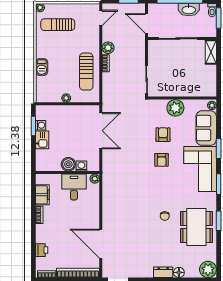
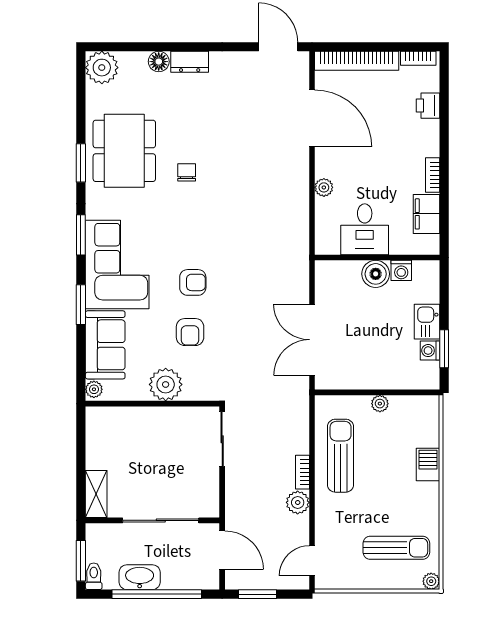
armchair: (162, 160) -> (193, 282), turned 90
washing machine: (81, 166) -> (401, 270), moved
plant: (95, 179) -> (324, 187), moved

